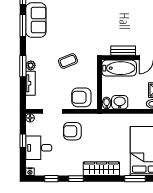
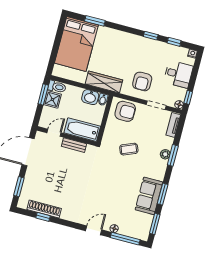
tv unit: (30, 83) -> (173, 125), moved
armchair: (72, 131) -> (142, 81), turned 90
window: (23, 141) -> (188, 97), moved
wardrobe: (101, 169) -> (104, 82), moved, turned 180

